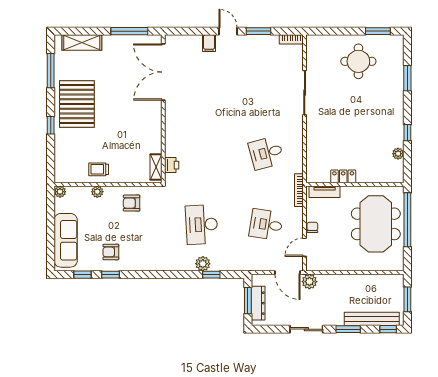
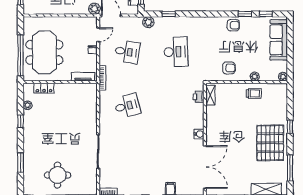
water cooler: (171, 116) -> (199, 134), added
locker: (343, 176) -> (44, 88), moved
armchair: (111, 252) -> (233, 25), moved
plant: (203, 264) -> (148, 22), moved

